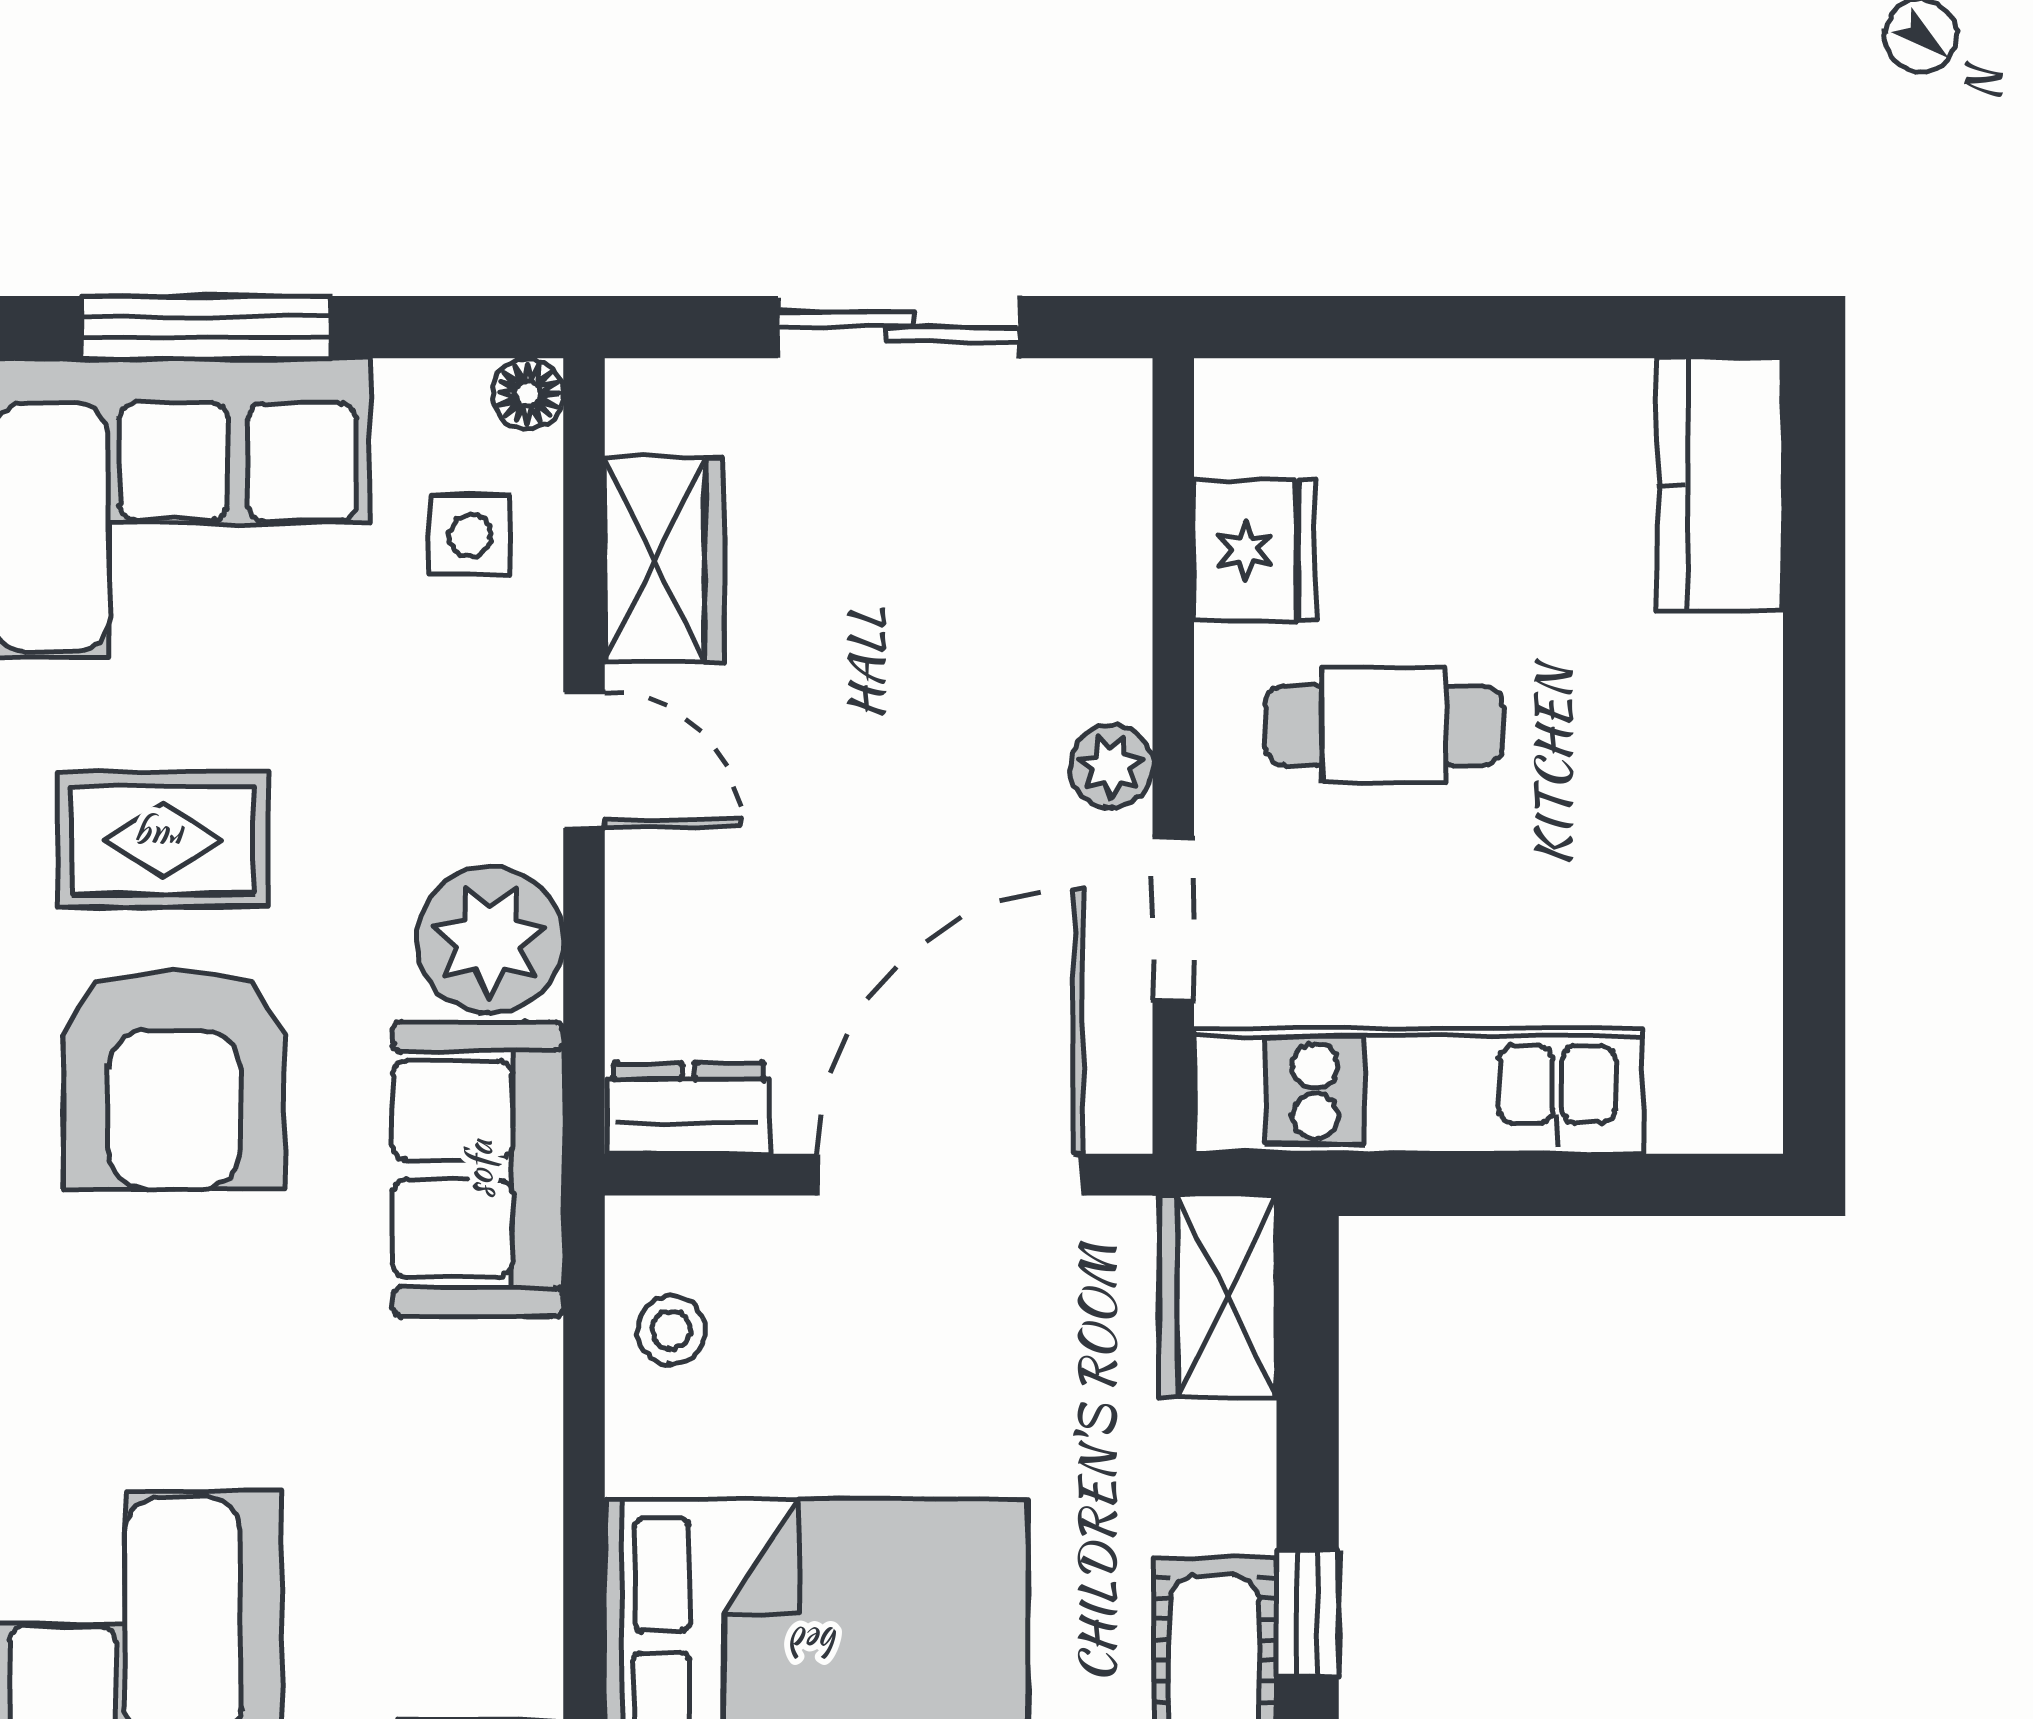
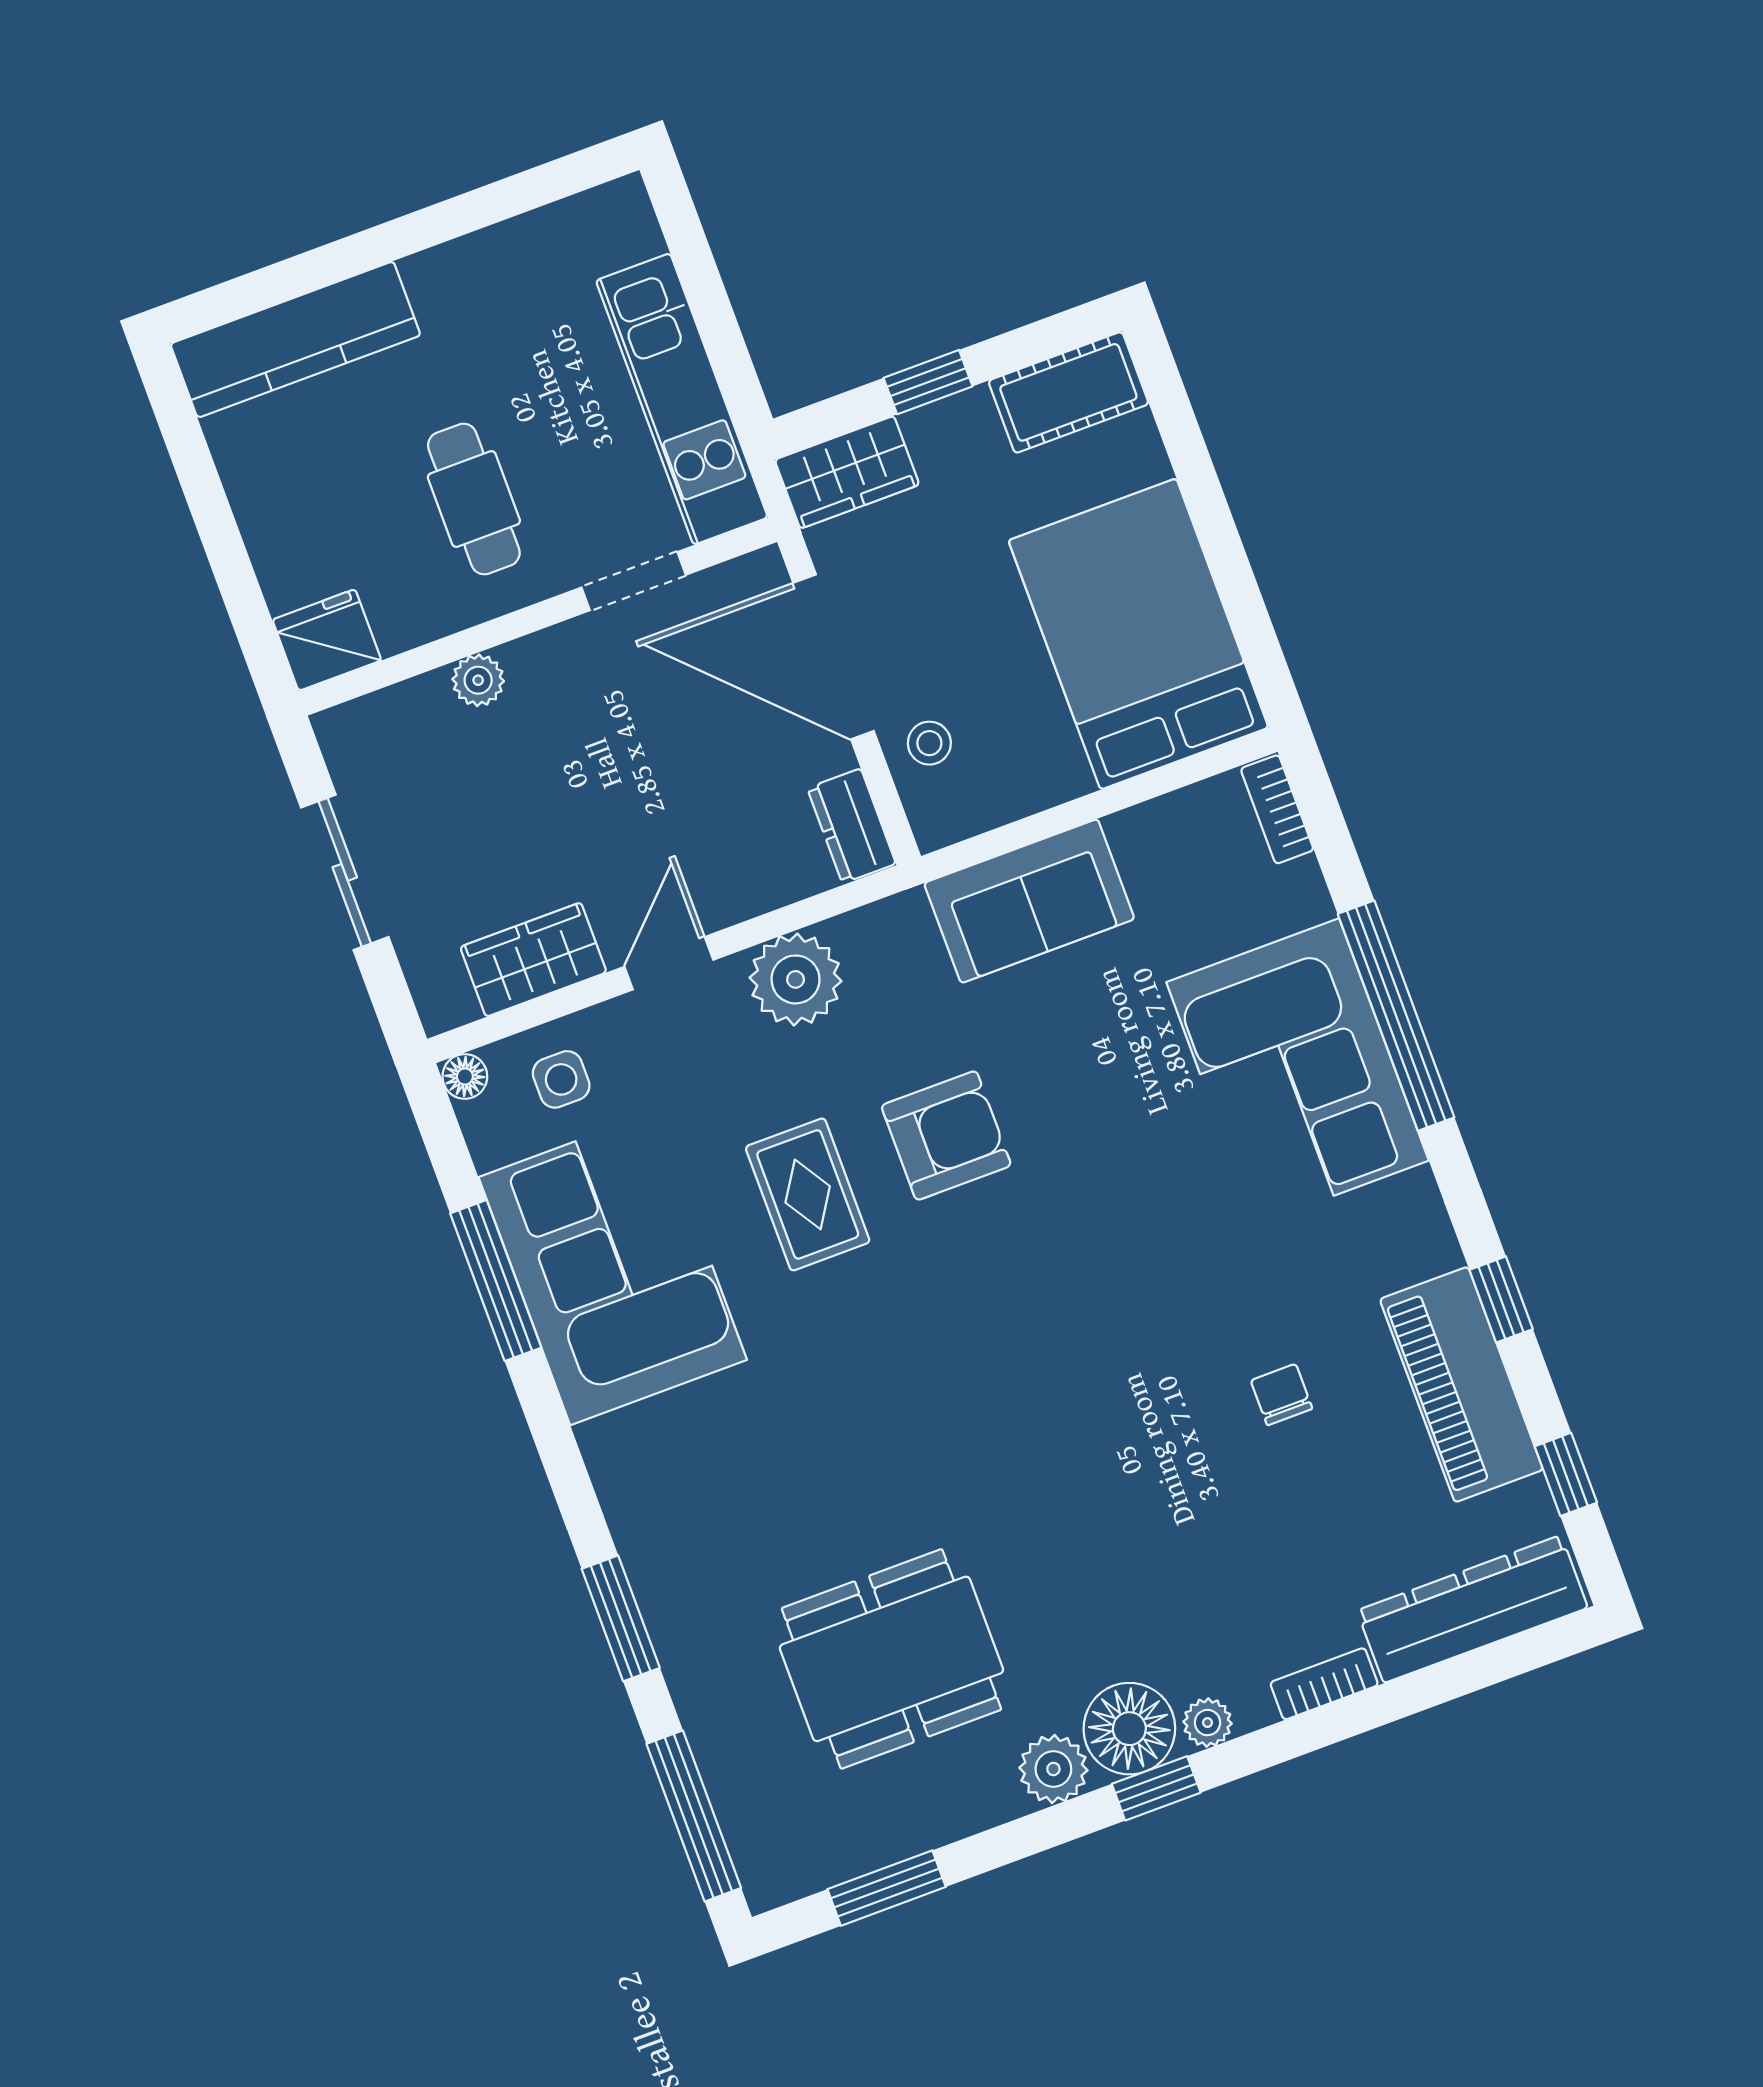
kitchen counter: (1720, 484) -> (295, 340), width x1.50
fridge: (1255, 550) -> (327, 640), moved
plant: (1111, 766) -> (478, 680), moved
armchair: (174, 1079) -> (946, 1135), width x0.73, depth x0.73
sofa: (478, 1169) -> (1029, 901), moved
stool: (671, 1330) -> (929, 743), moved
window: (1308, 1614) -> (928, 382), moved

